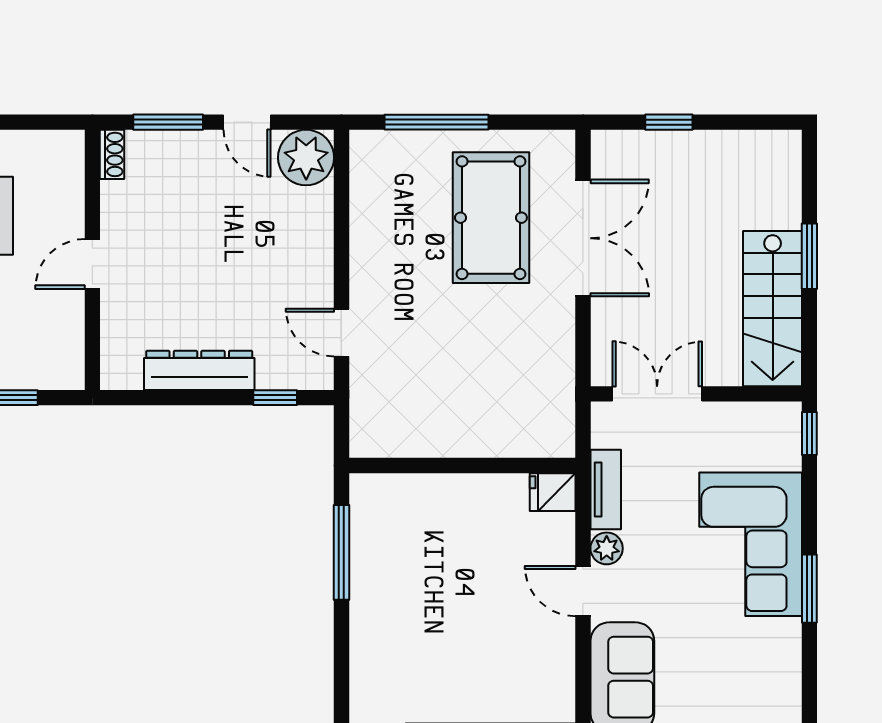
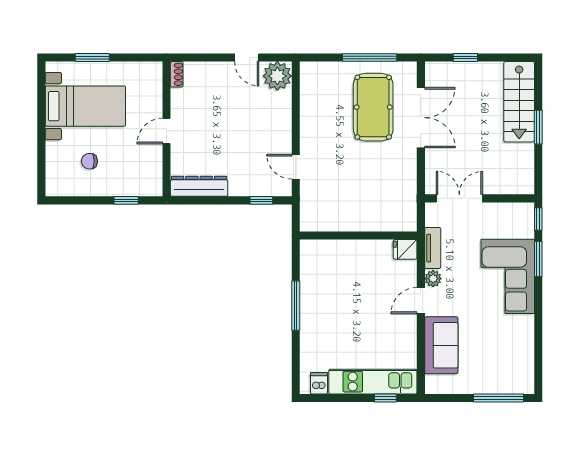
window: (168, 122) -> (206, 58), removed
window: (436, 122) -> (370, 58), moved
stairs: (773, 309) -> (519, 102), moved
dresser: (199, 370) -> (199, 186), moved
window: (341, 552) -> (296, 306), moved
window: (809, 589) -> (538, 259), moved
door: (583, 591) -> (421, 301), hinge flipped

